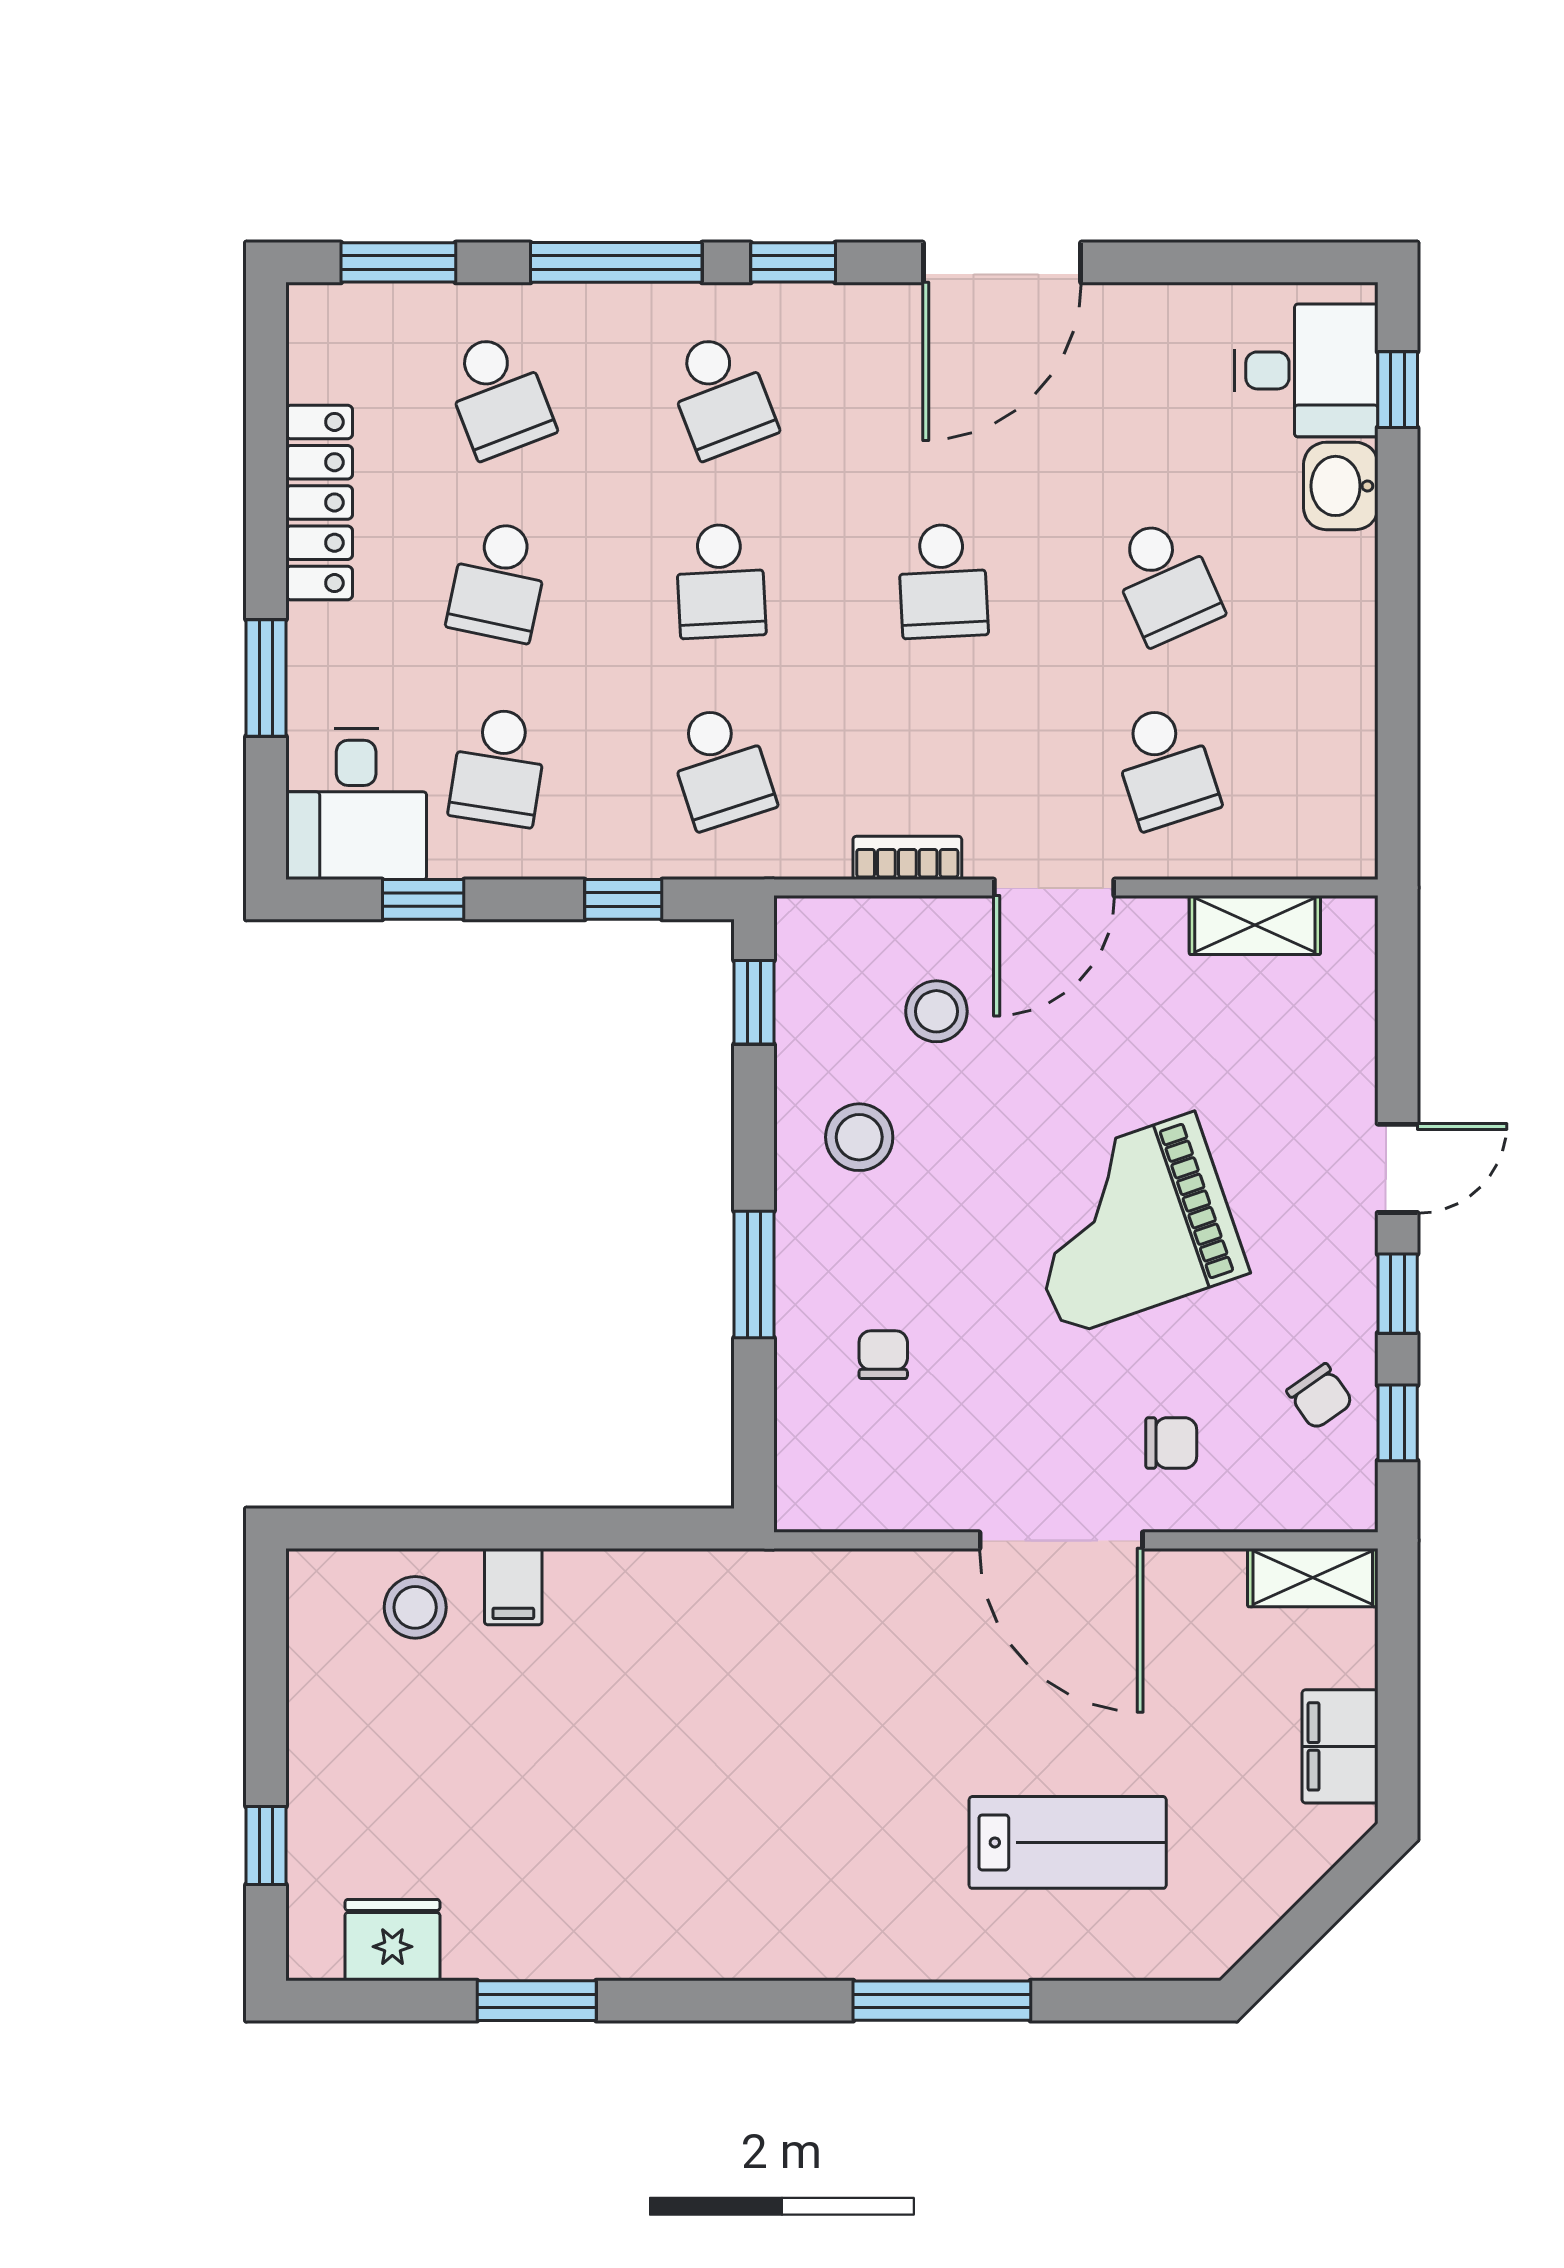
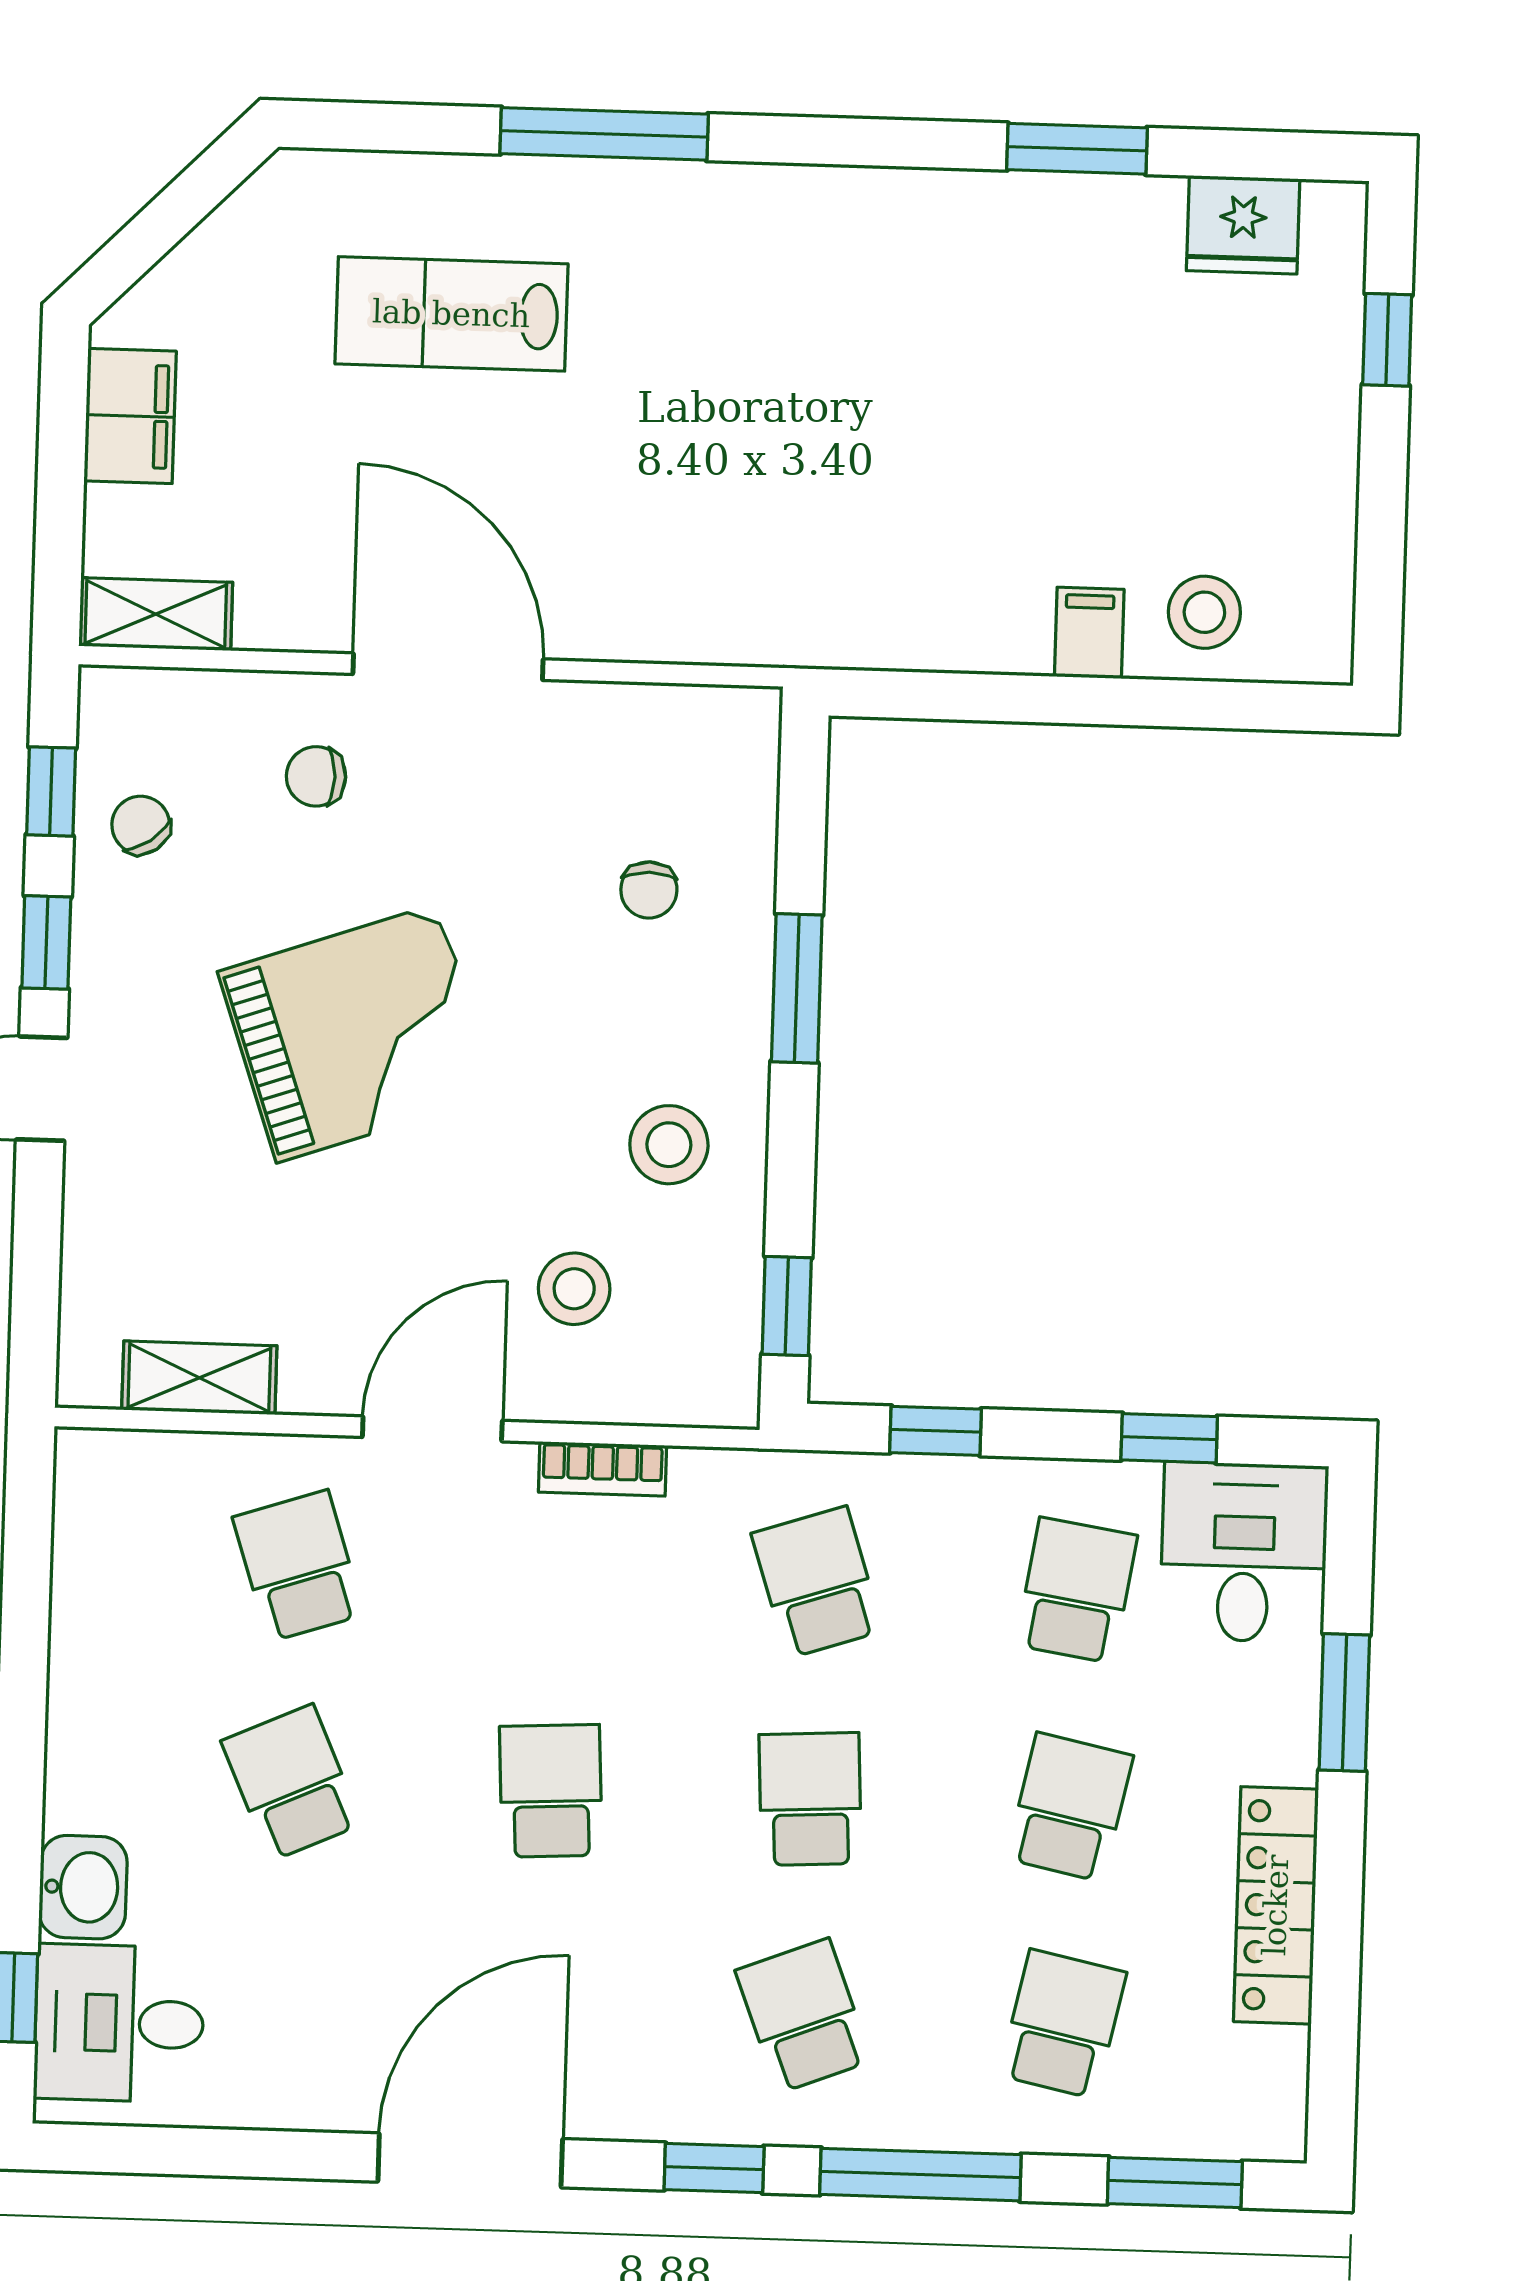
school desk: (498, 395) -> (1063, 2024), turned 33

